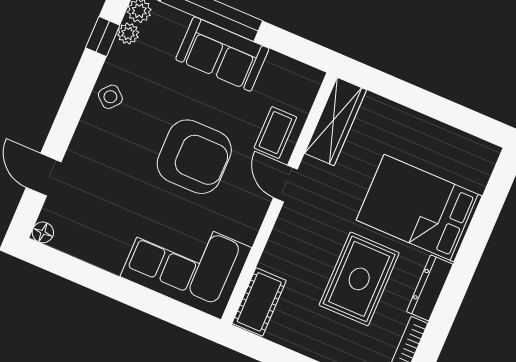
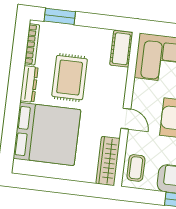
coffee table: (275, 133) -> (136, 168), moved
bed: (419, 208) -> (47, 134), width x1.36

